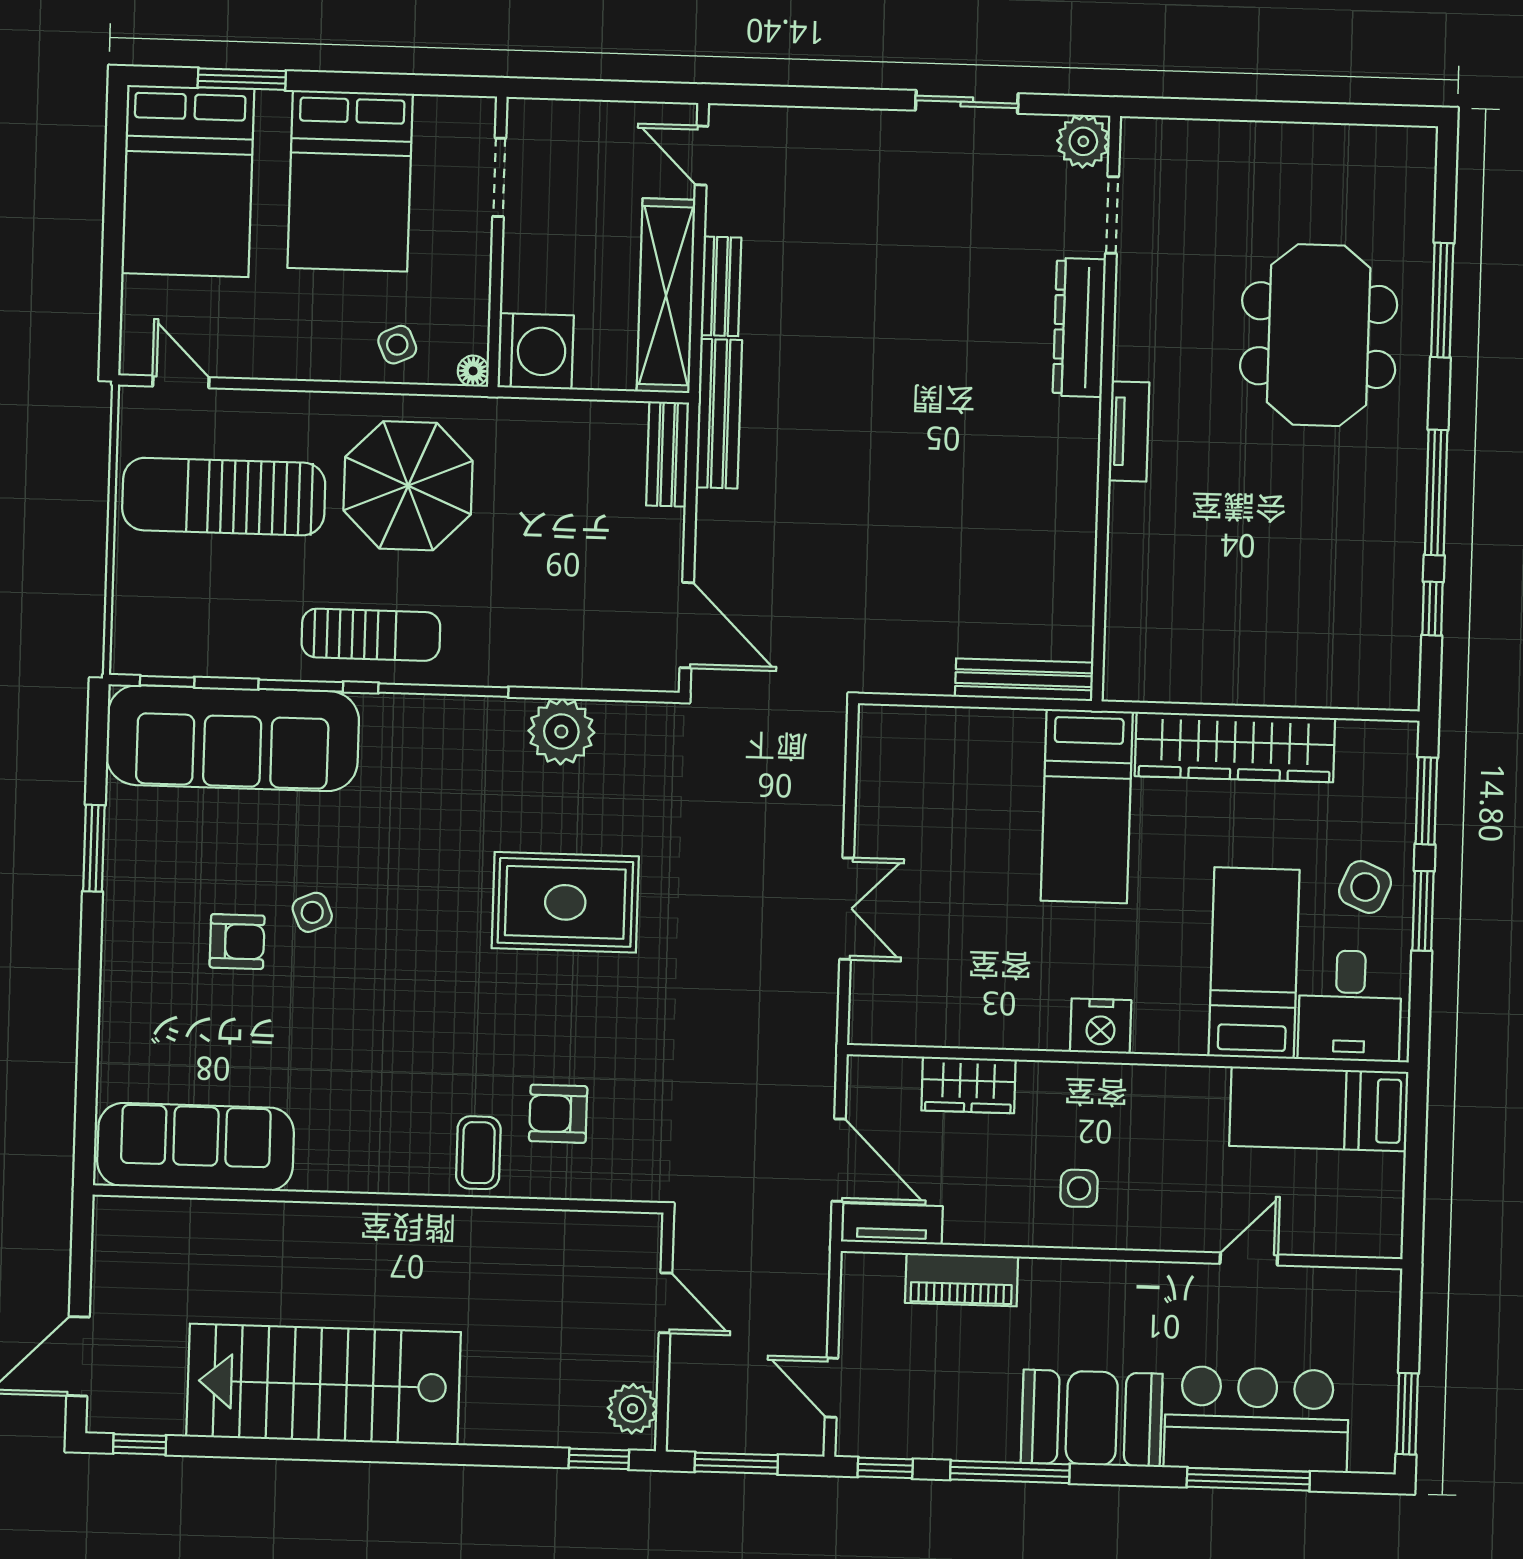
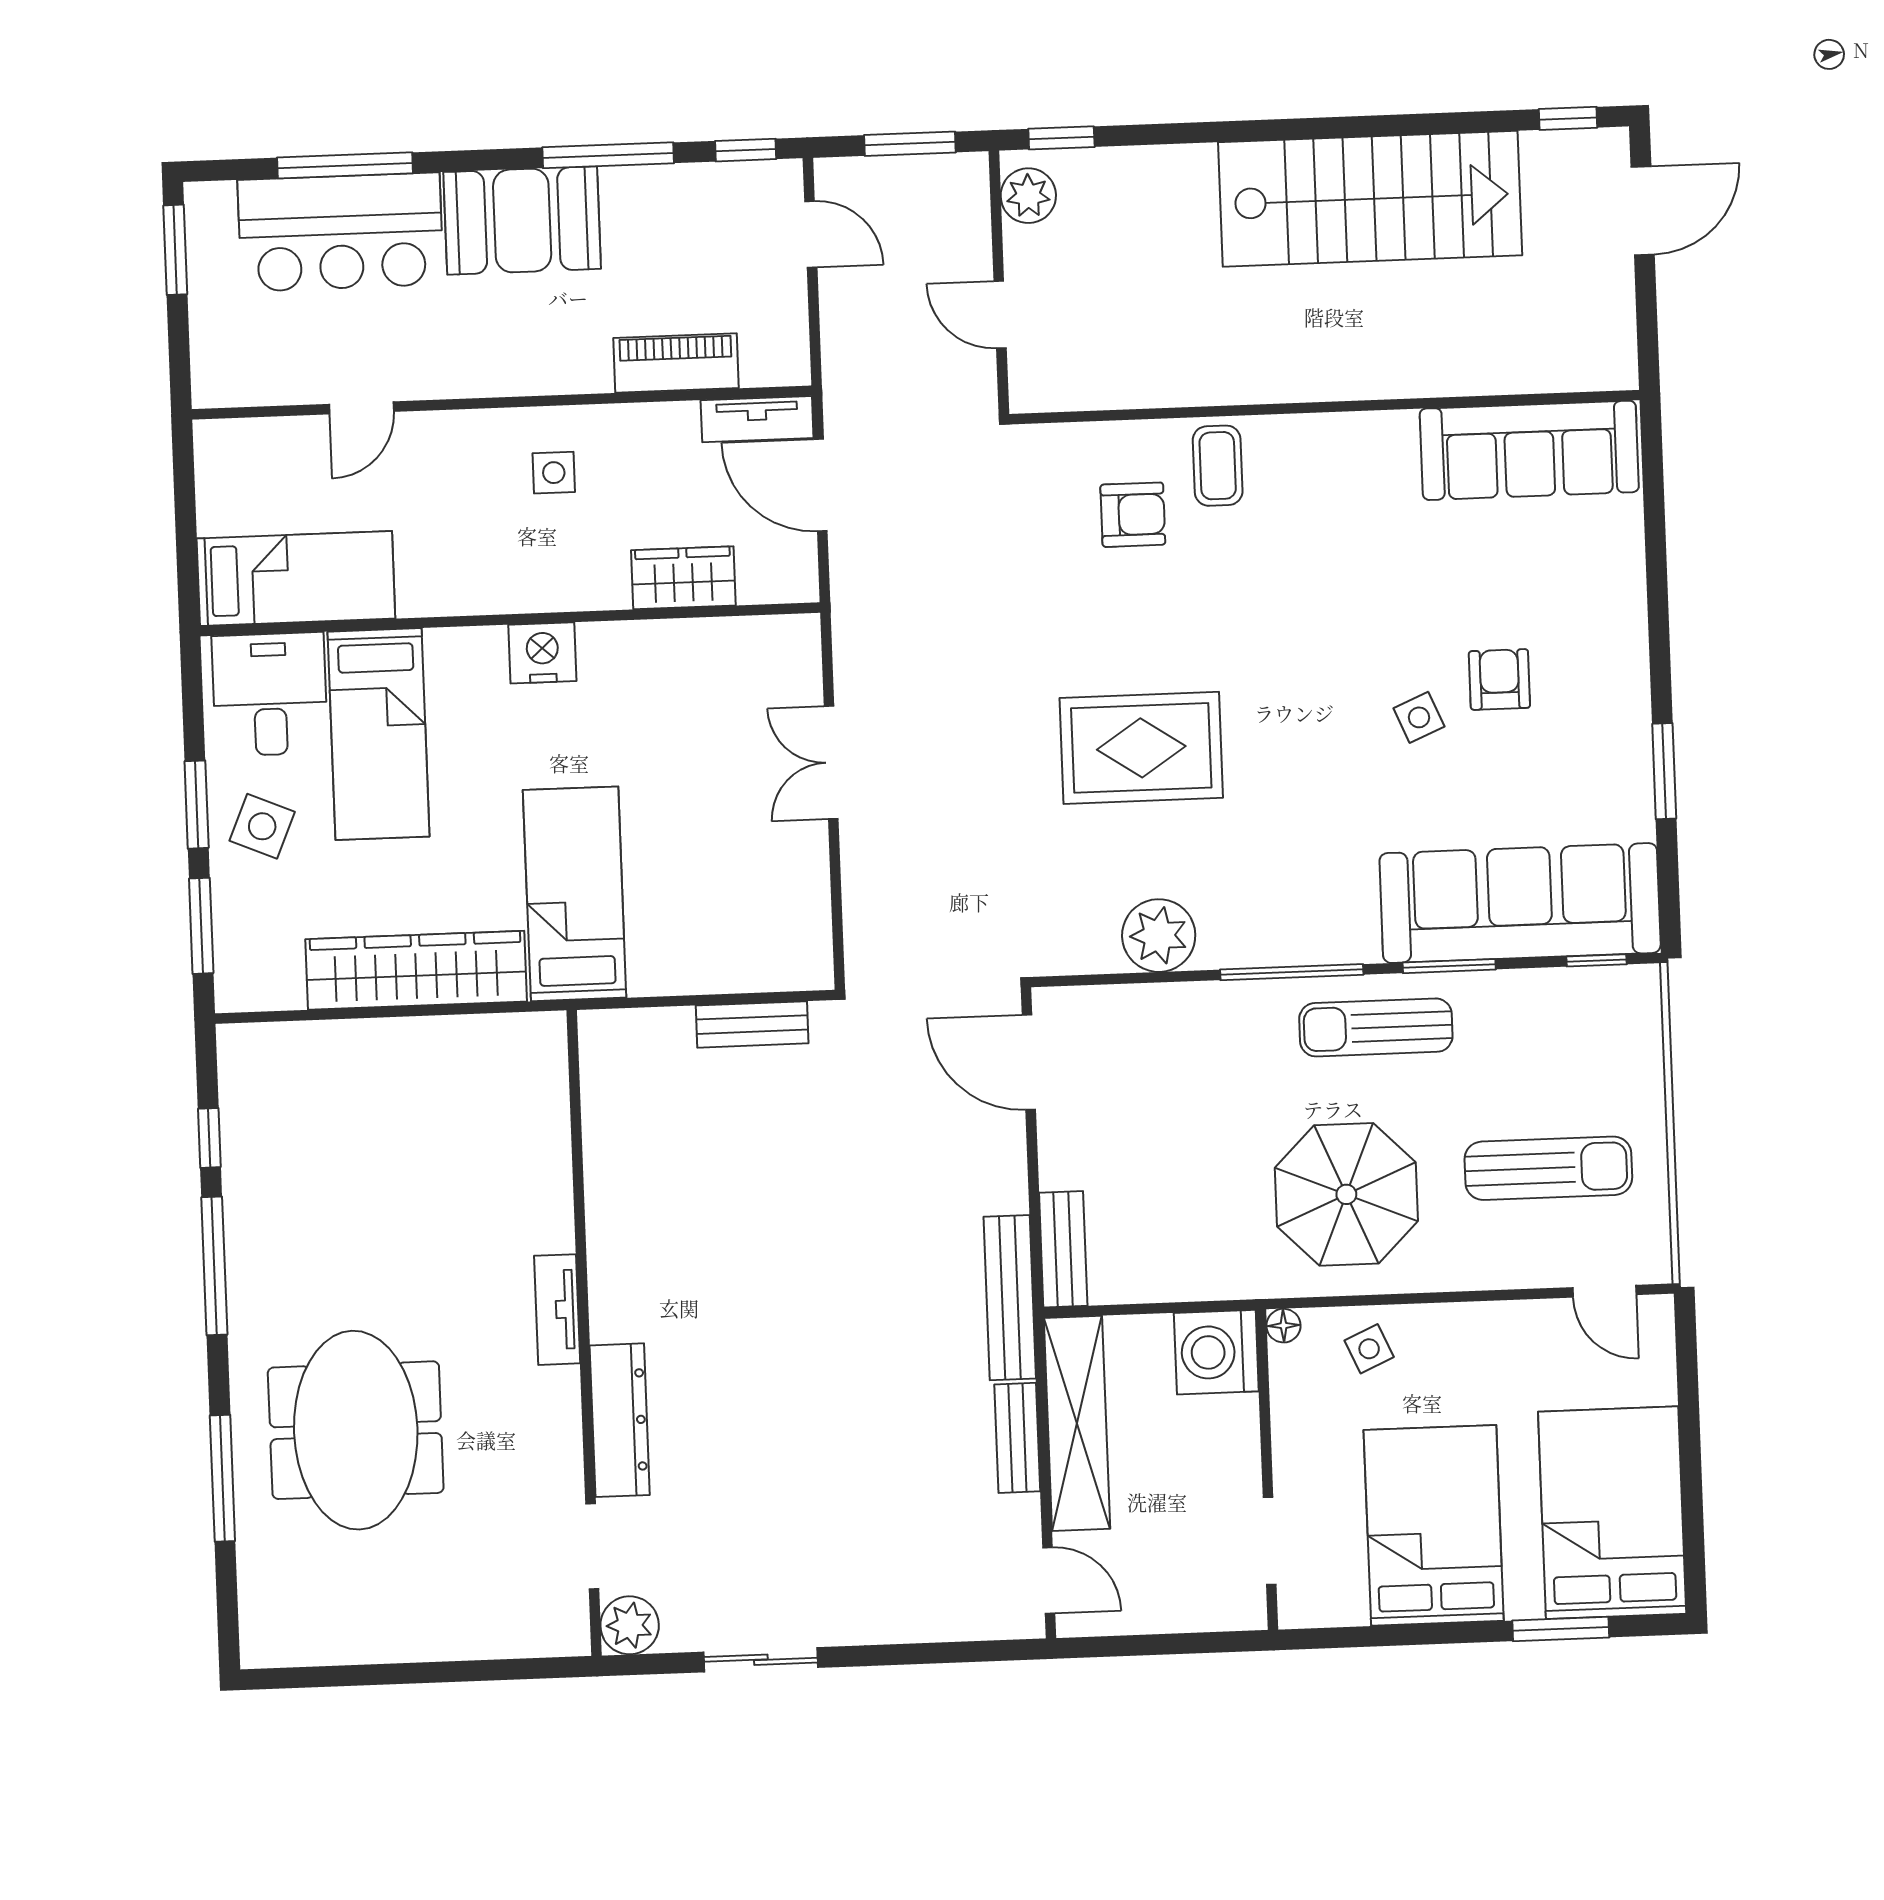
sun lounger: (224, 497) -> (1548, 1168), width x0.73, depth x0.75
bench: (1024, 680) -> (752, 1024), moved, width x0.73
armchair: (237, 942) -> (1499, 679), turned 90

